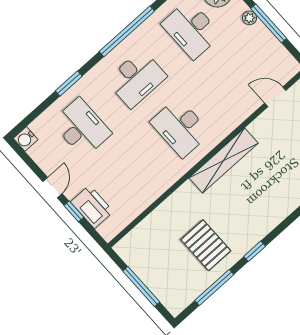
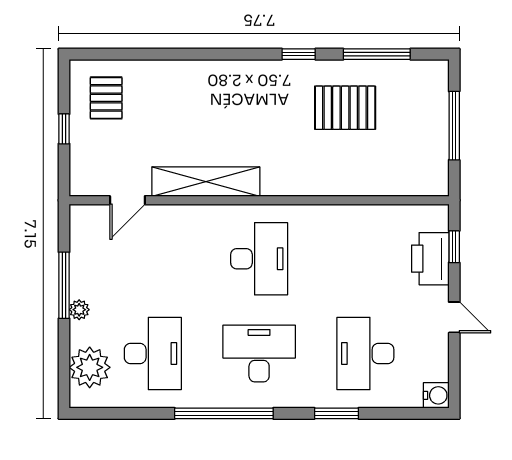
door: (275, 97) -> (127, 200), hinge flipped
shelving: (224, 160) -> (206, 182), moved
door: (52, 188) -> (454, 317), swing flipped
window: (74, 211) -> (454, 247), moved
pallet: (206, 245) -> (345, 108), turned 90

